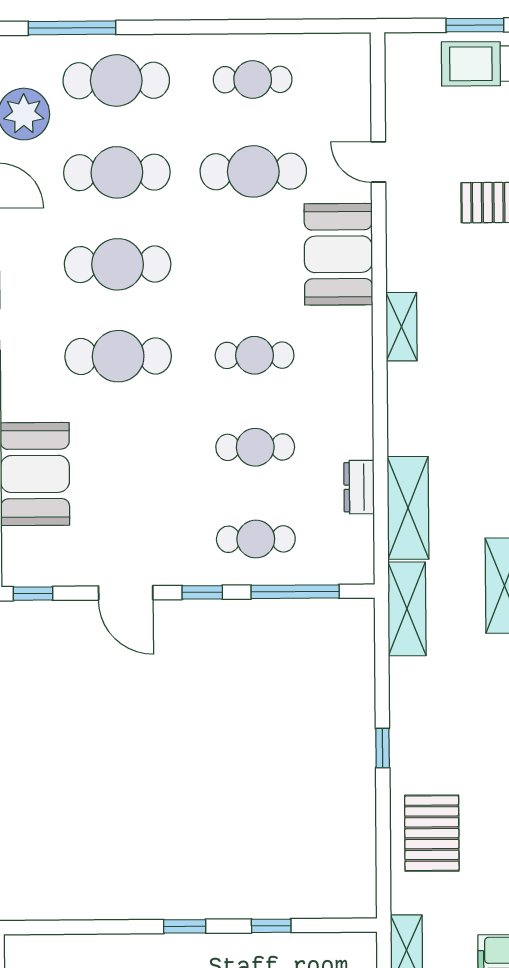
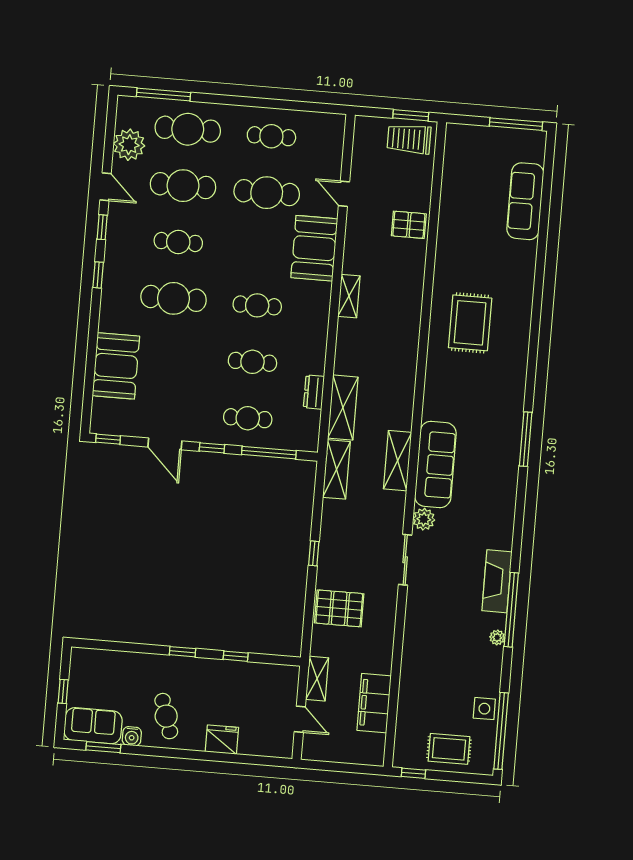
cafe table: (118, 264) -> (178, 242), width x0.73, depth x0.74
pallet: (432, 833) -> (339, 608), turned 90

